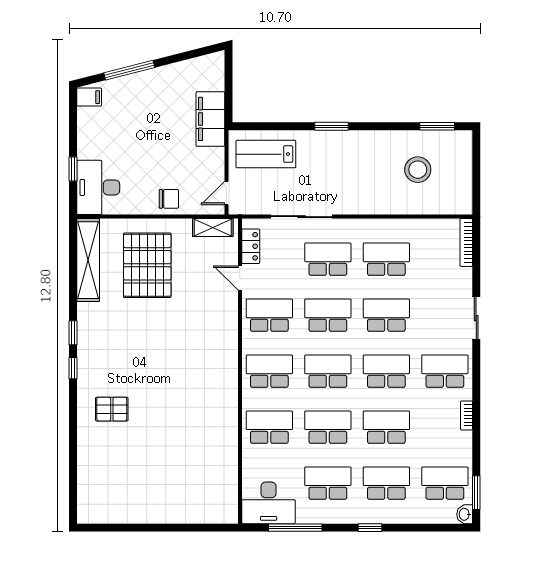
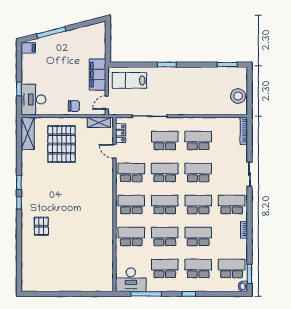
filing cabinet: (210, 119) -> (98, 75), moved
stool: (418, 170) -> (238, 96), moved
shelving: (88, 260) -> (28, 133), width x0.68
pallet: (112, 409) -> (41, 226), turned 90

